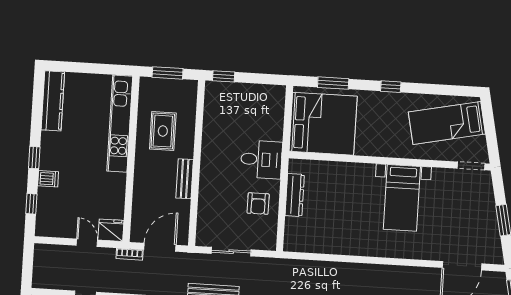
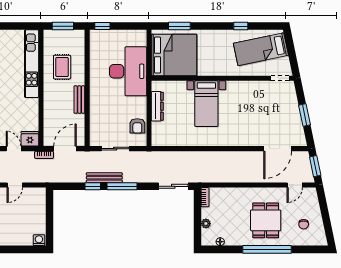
window: (391, 87) -> (241, 26), moved
desk: (261, 160) -> (128, 71), width x1.87, depth x1.30
bed with nightstands: (402, 198) -> (206, 104), moved
armchair: (258, 204) -> (137, 126), moved

